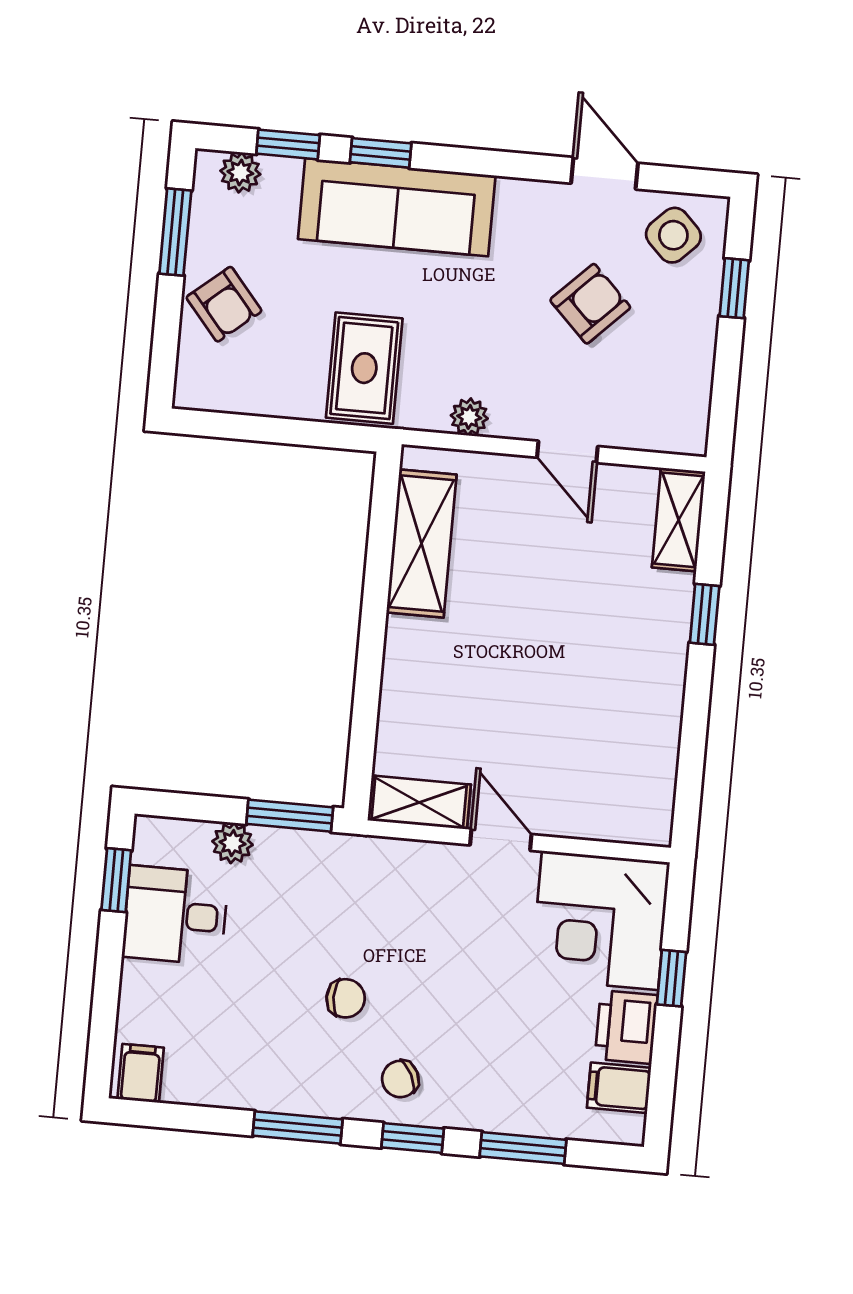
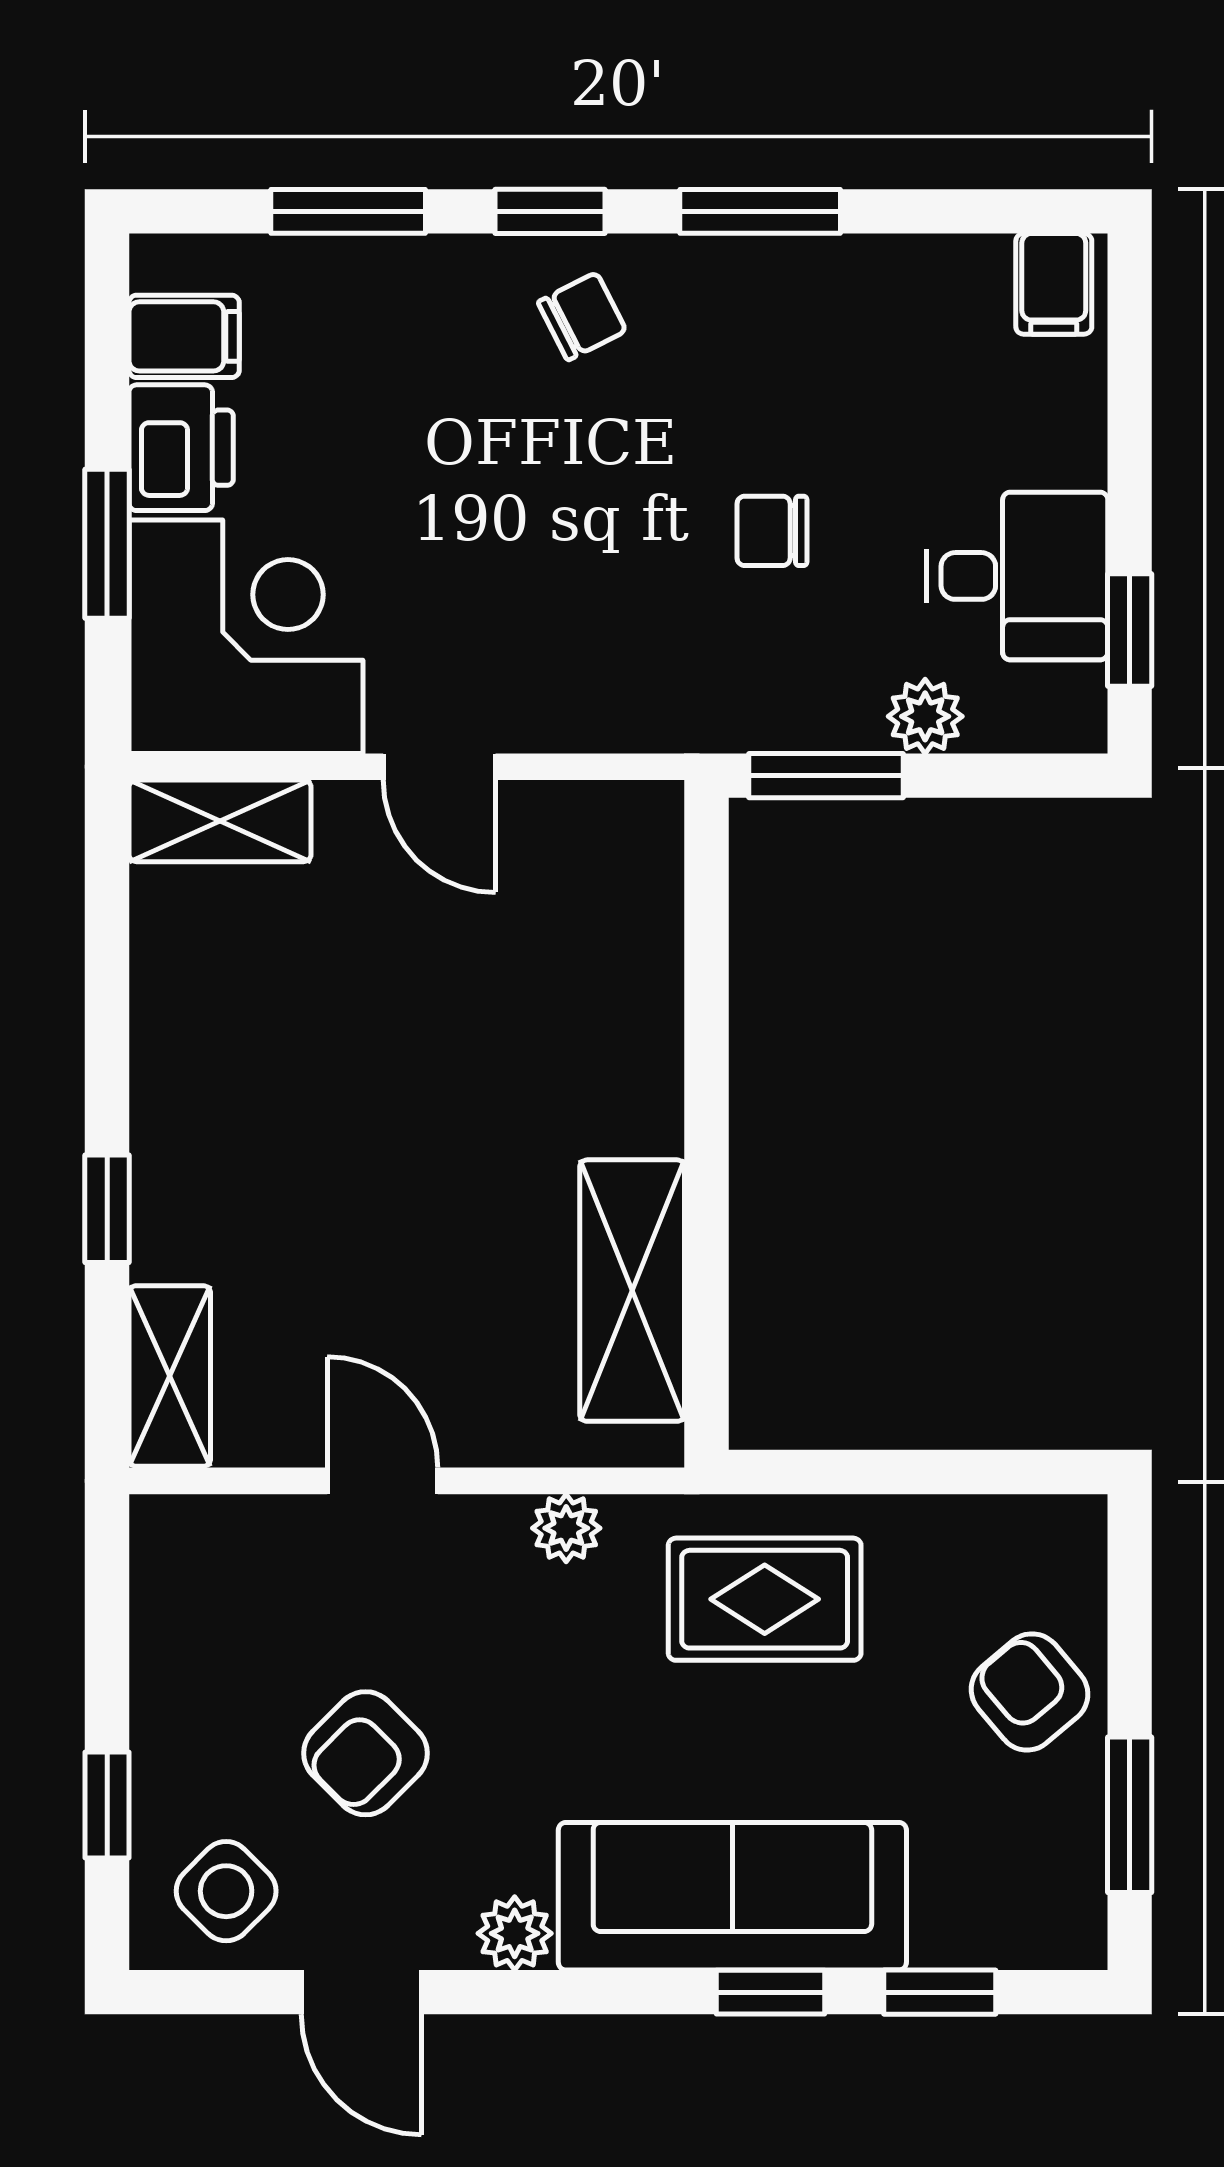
plant: (240, 172) -> (515, 1933), moved
rug: (364, 368) -> (765, 1599), turned 90
shelving: (419, 802) -> (220, 821), moved
window: (671, 978) -> (107, 544), width x1.50
chair: (346, 998) -> (772, 531), moved

